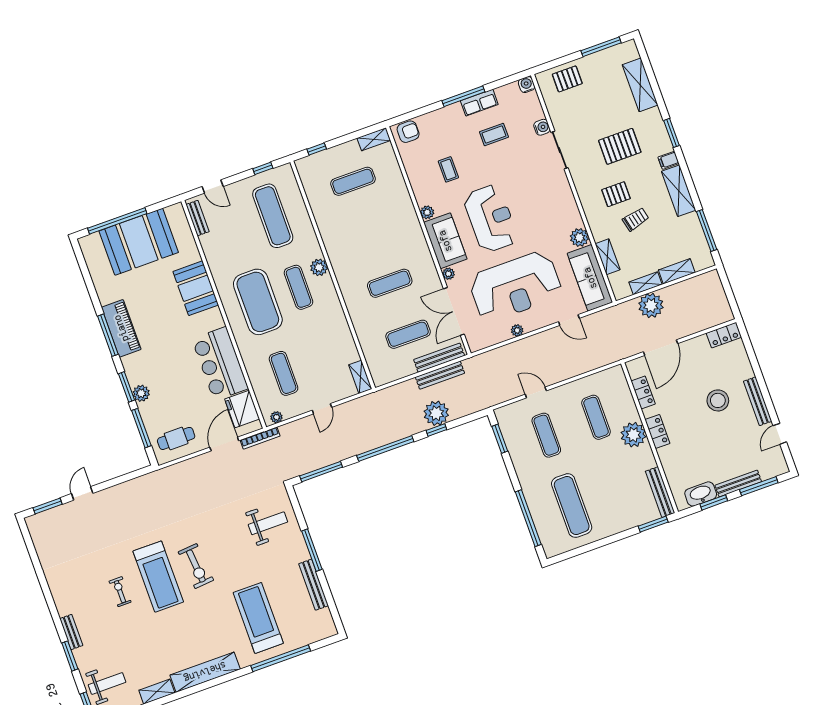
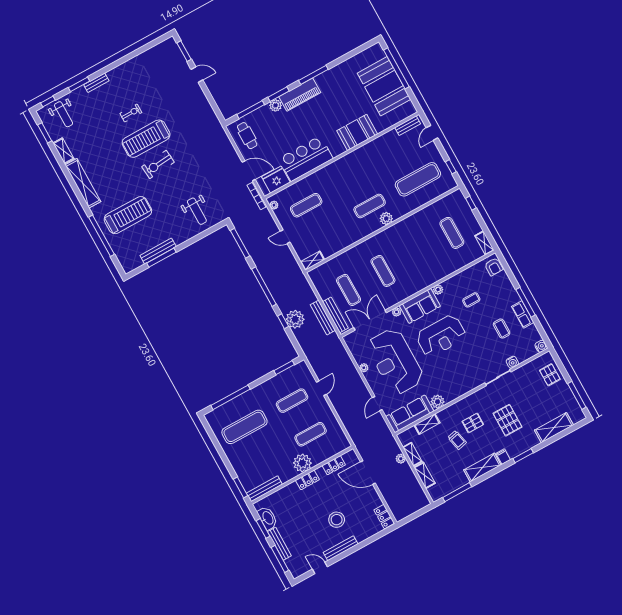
pallet: (616, 194) -> (473, 423), turned 90
exercise mat: (258, 302) -> (354, 179), removed
plant: (651, 305) -> (401, 459), width x0.53, depth x0.53
piano: (121, 328) -> (300, 95), moved
window: (312, 550) -> (161, 258), moved

